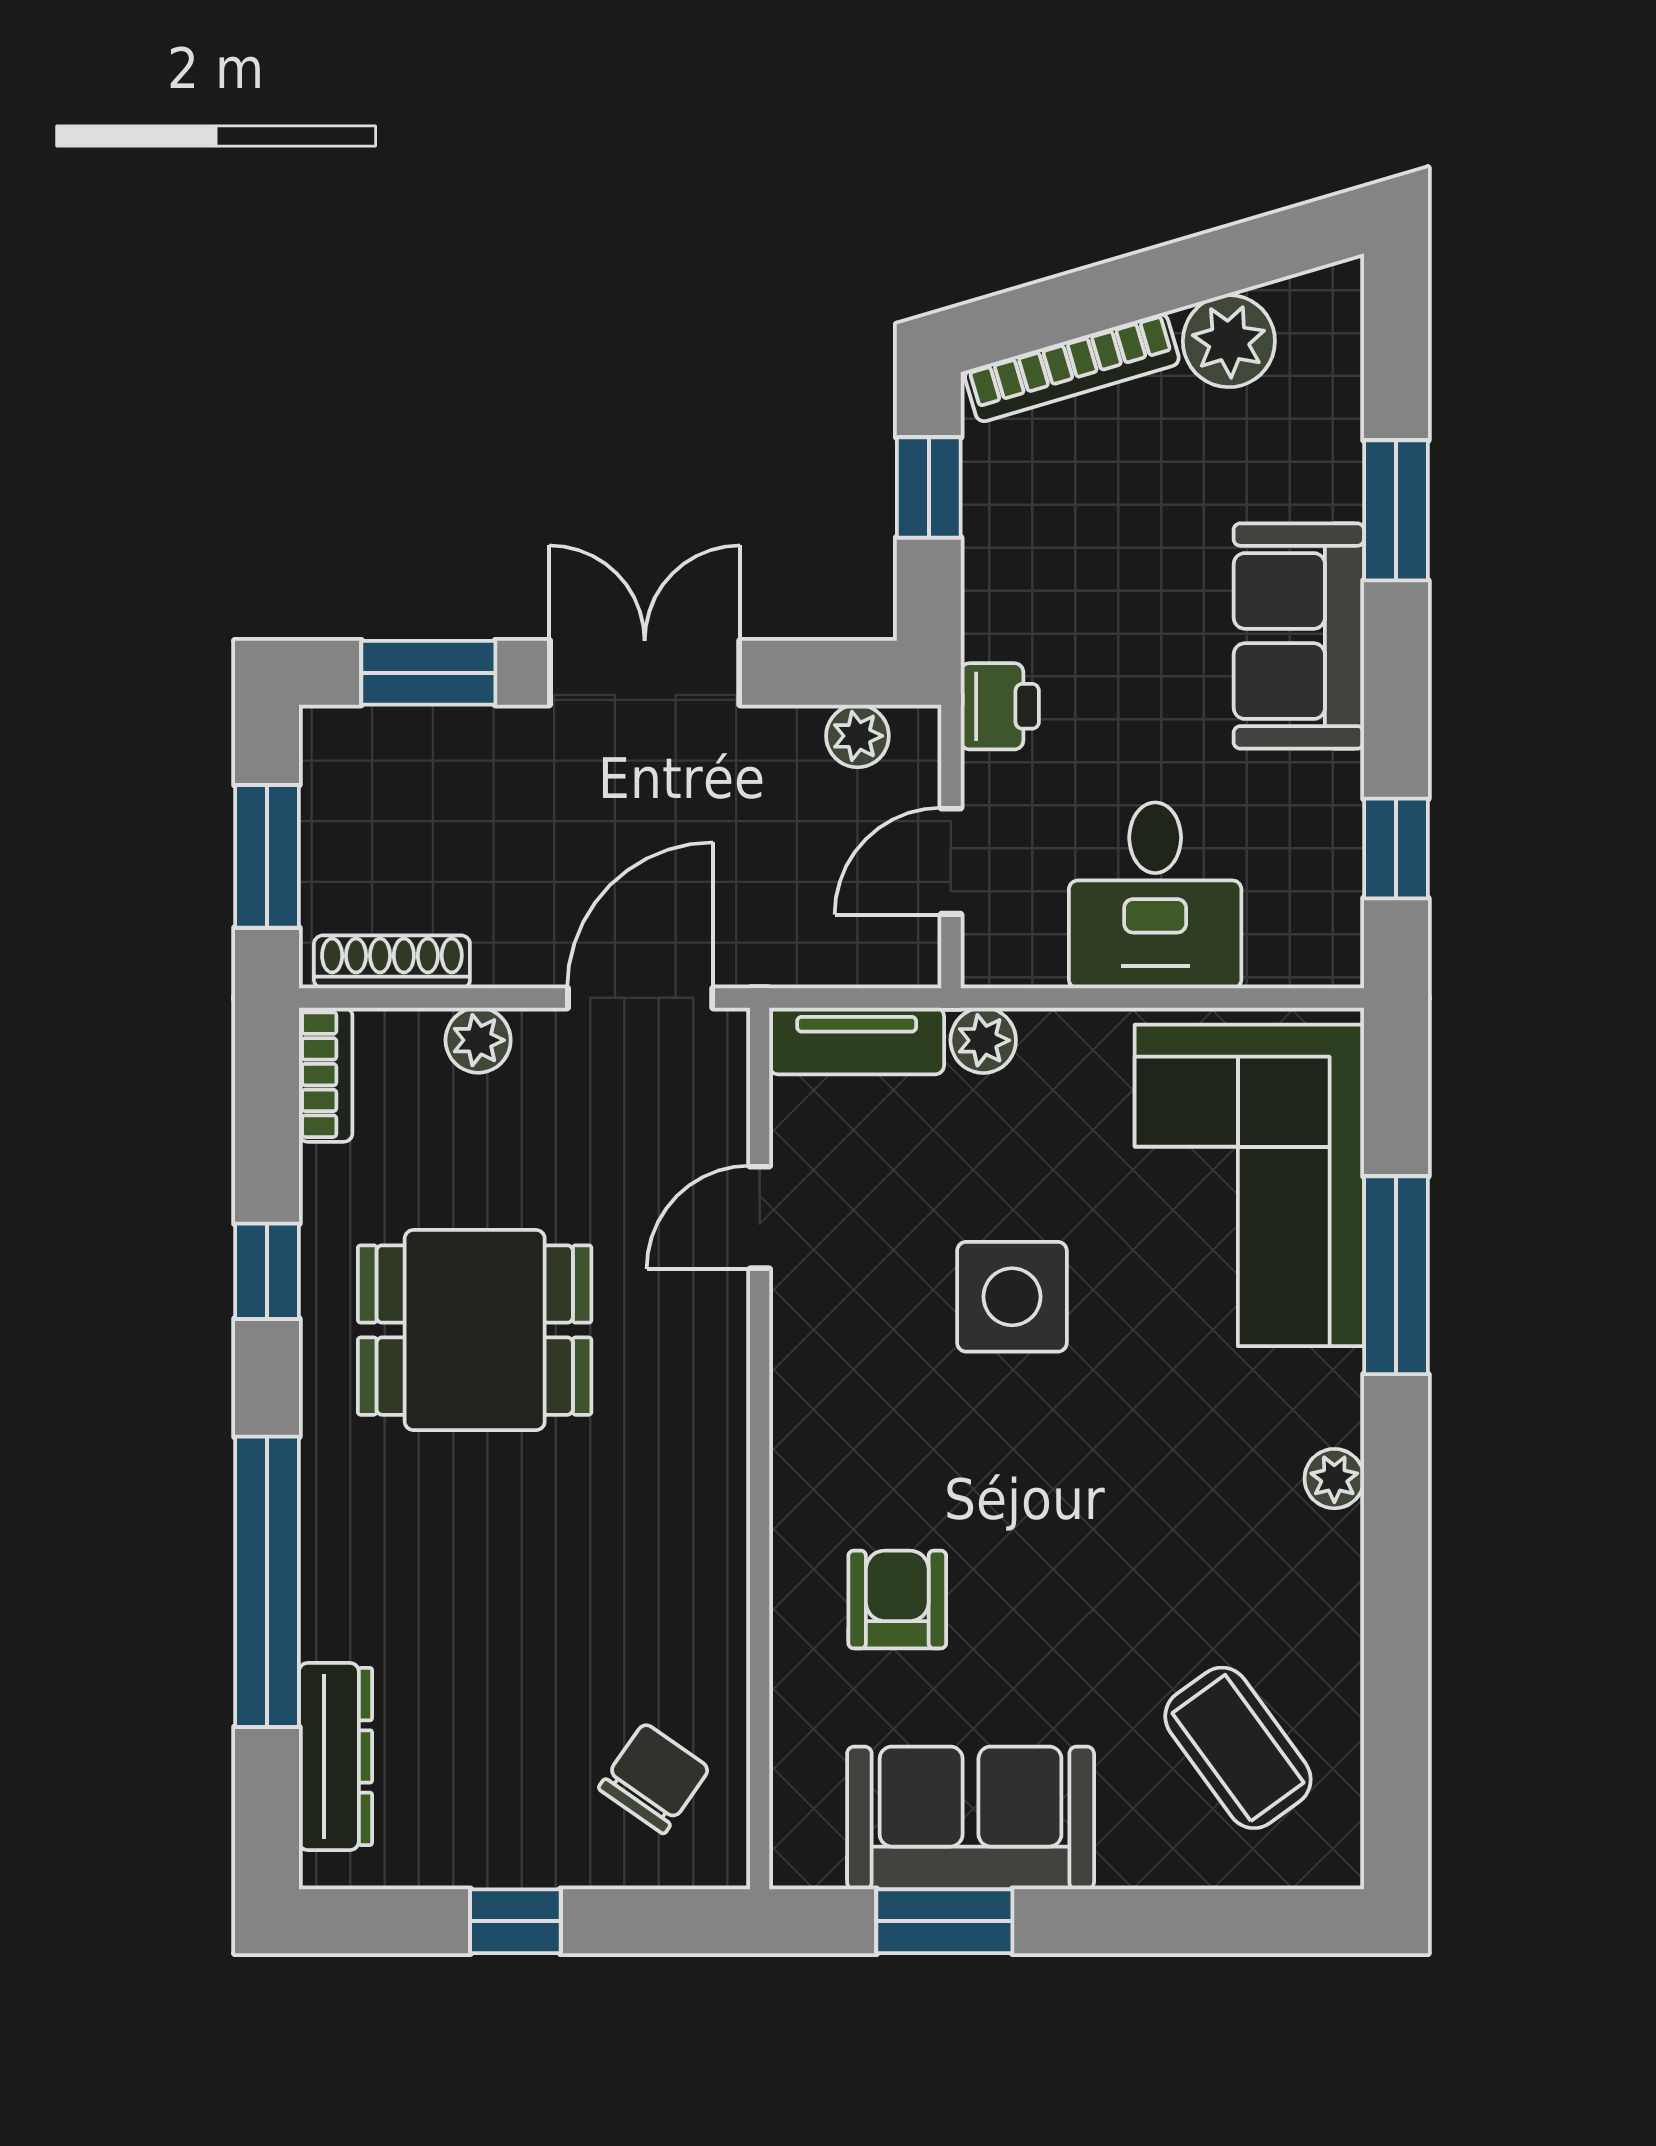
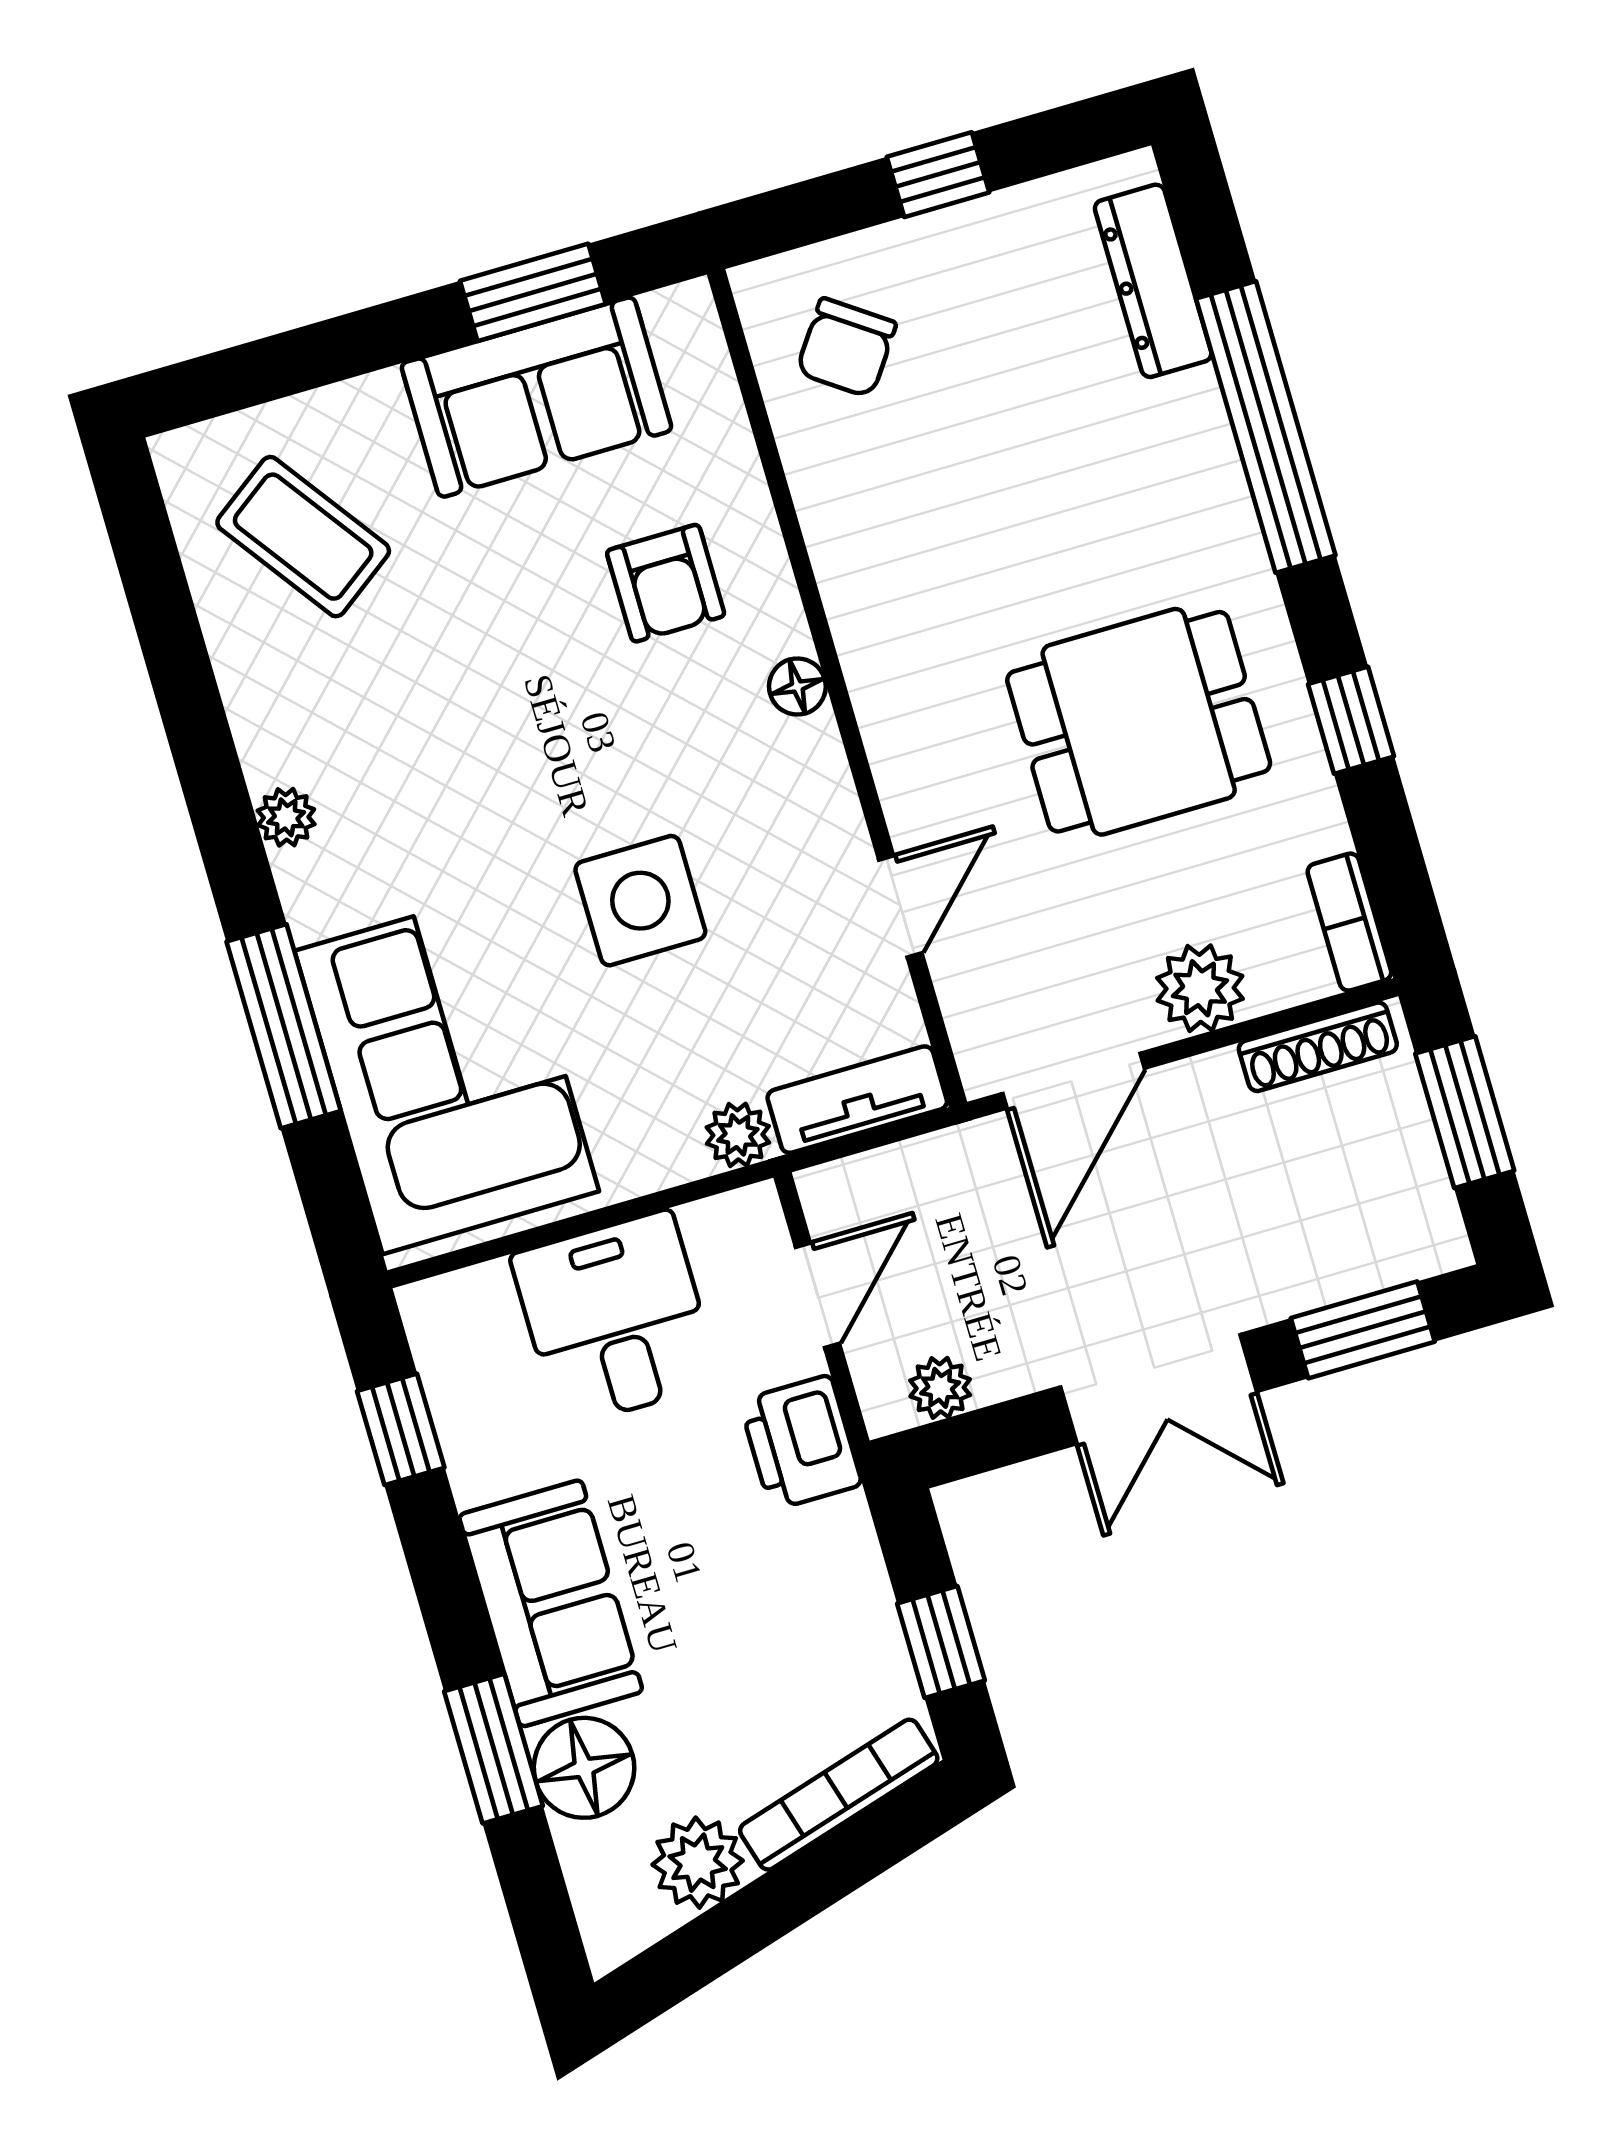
floor lamp: (1313, 466) -> (584, 1768), added
printer: (1000, 706) -> (801, 1443), width x1.36, depth x1.24
plant: (478, 1040) -> (1200, 988), width x1.38, depth x1.38
floor lamp: (798, 1461) -> (797, 687), added

